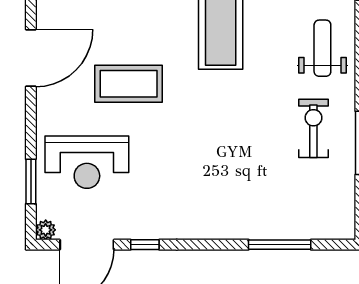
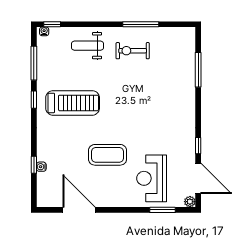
door: (31, 58) -> (79, 210), moved
coffee table: (129, 84) -> (108, 155), turned 90
reception desk: (87, 162) -> (152, 178), turned 180

